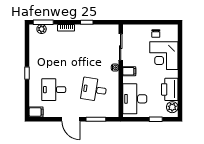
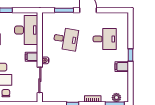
filing cabinet: (36, 112) -> (122, 67), moved

